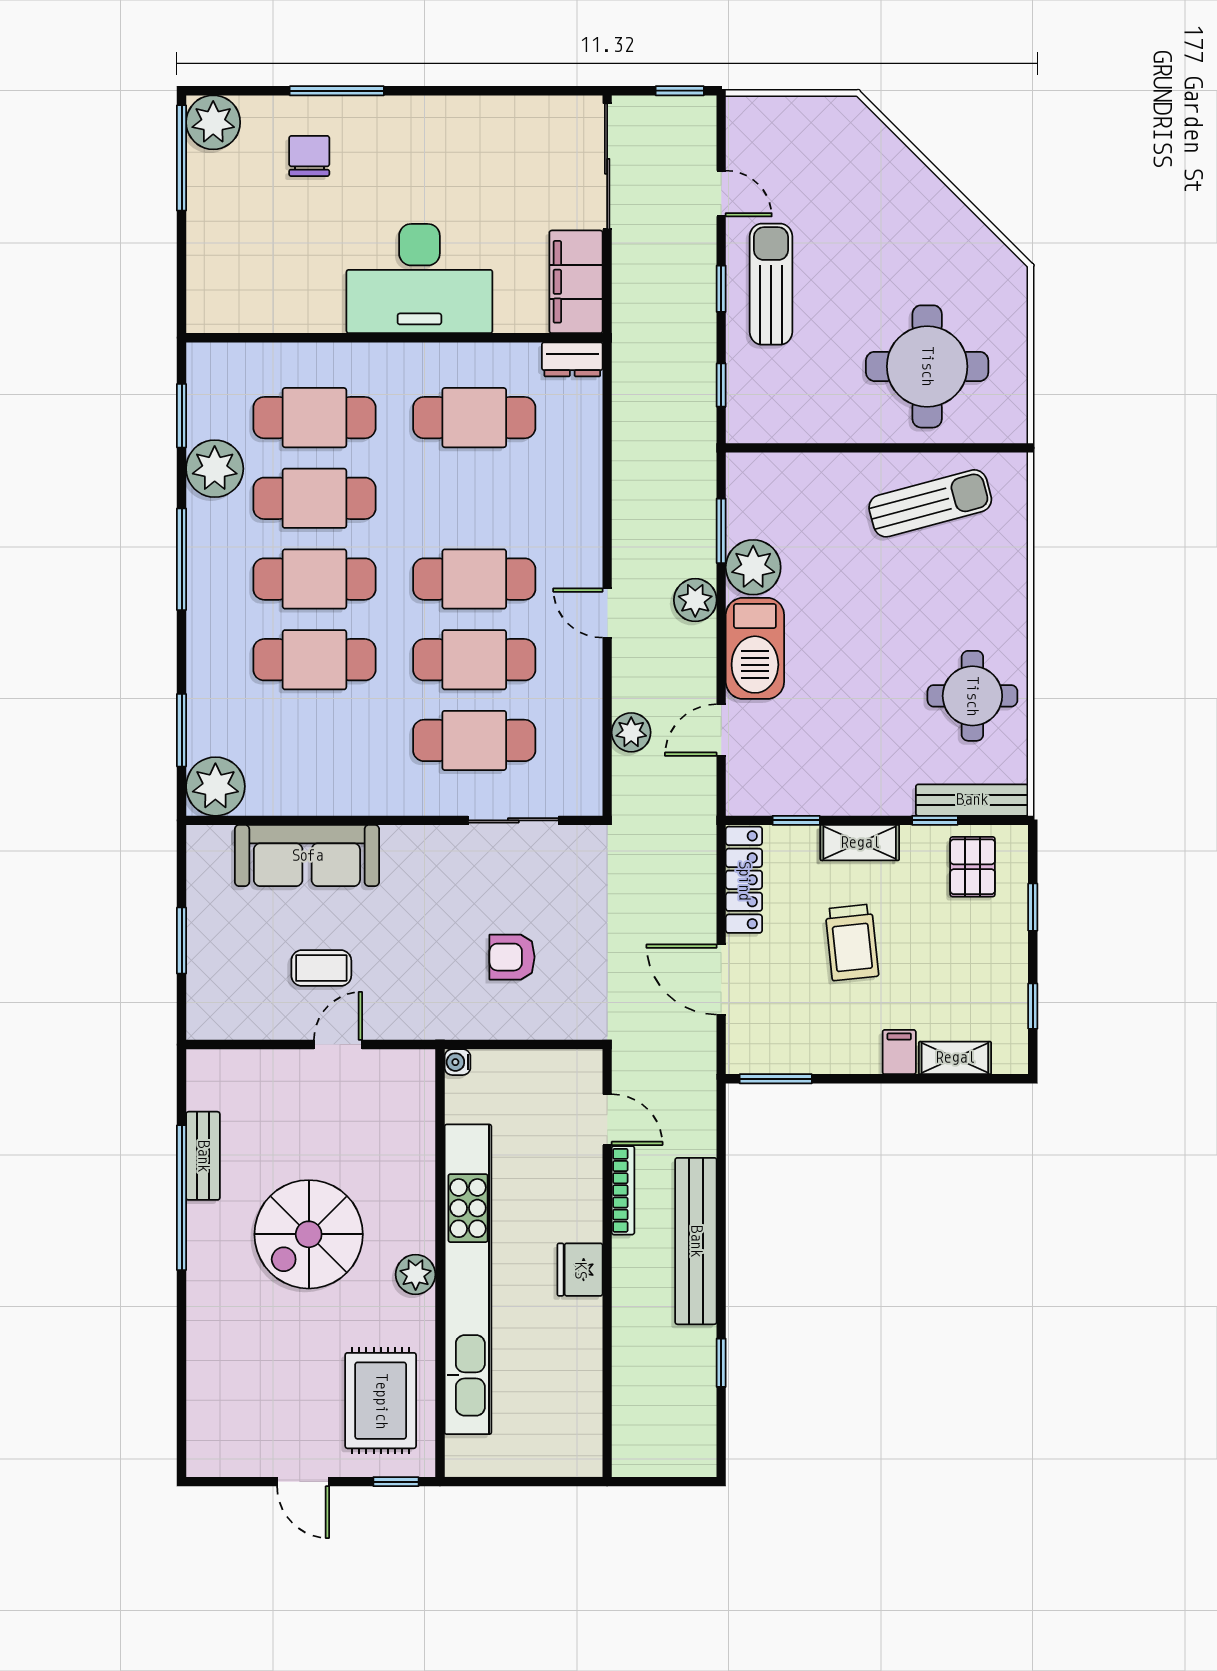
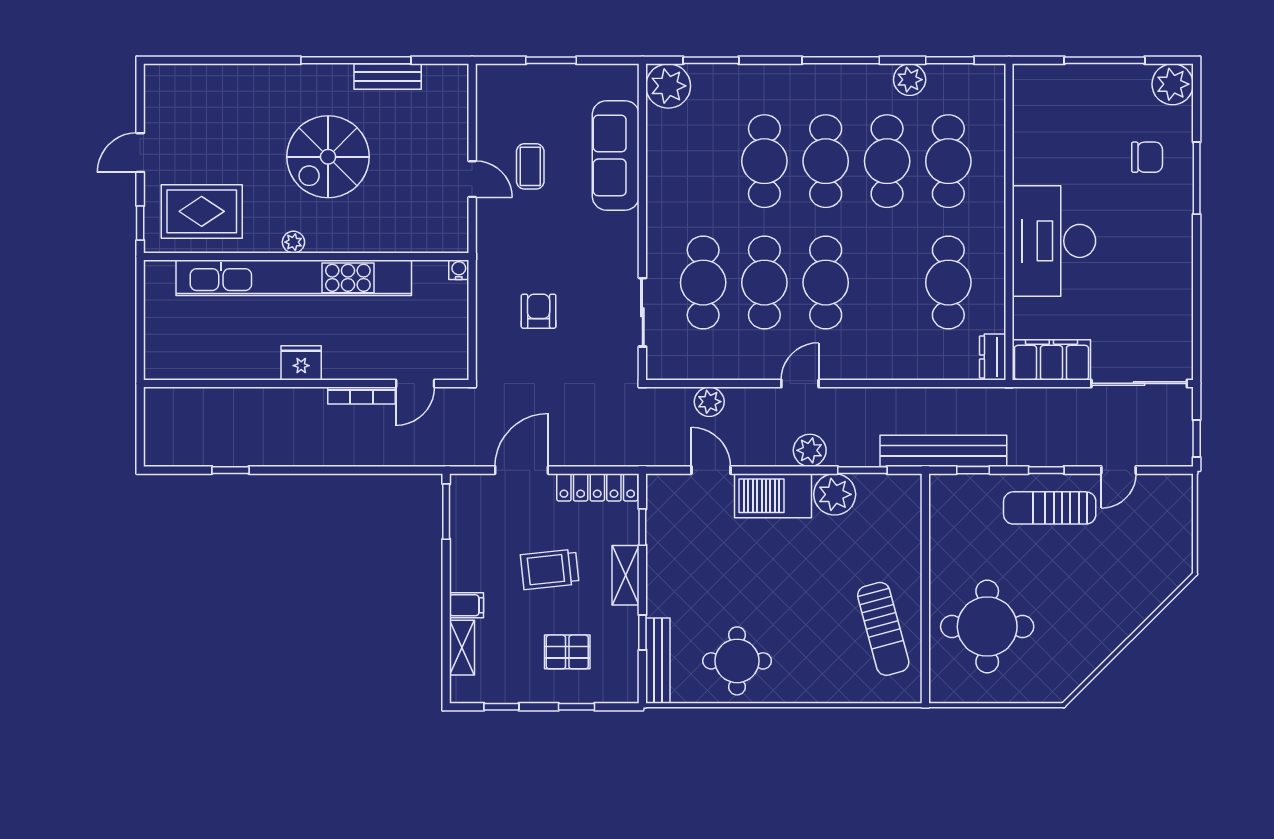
window: (182, 158) -> (1105, 60), moved
sun lounger: (771, 284) -> (1050, 508), turned 180
plant: (215, 469) -> (910, 80), width x0.73, depth x0.73
pallet: (973, 867) -> (567, 652), moved
spiral stairs: (309, 1234) -> (328, 157), turned -90
bench: (696, 1241) -> (943, 451), moved
plant: (416, 1274) -> (293, 242), width x0.73, depth x0.73

